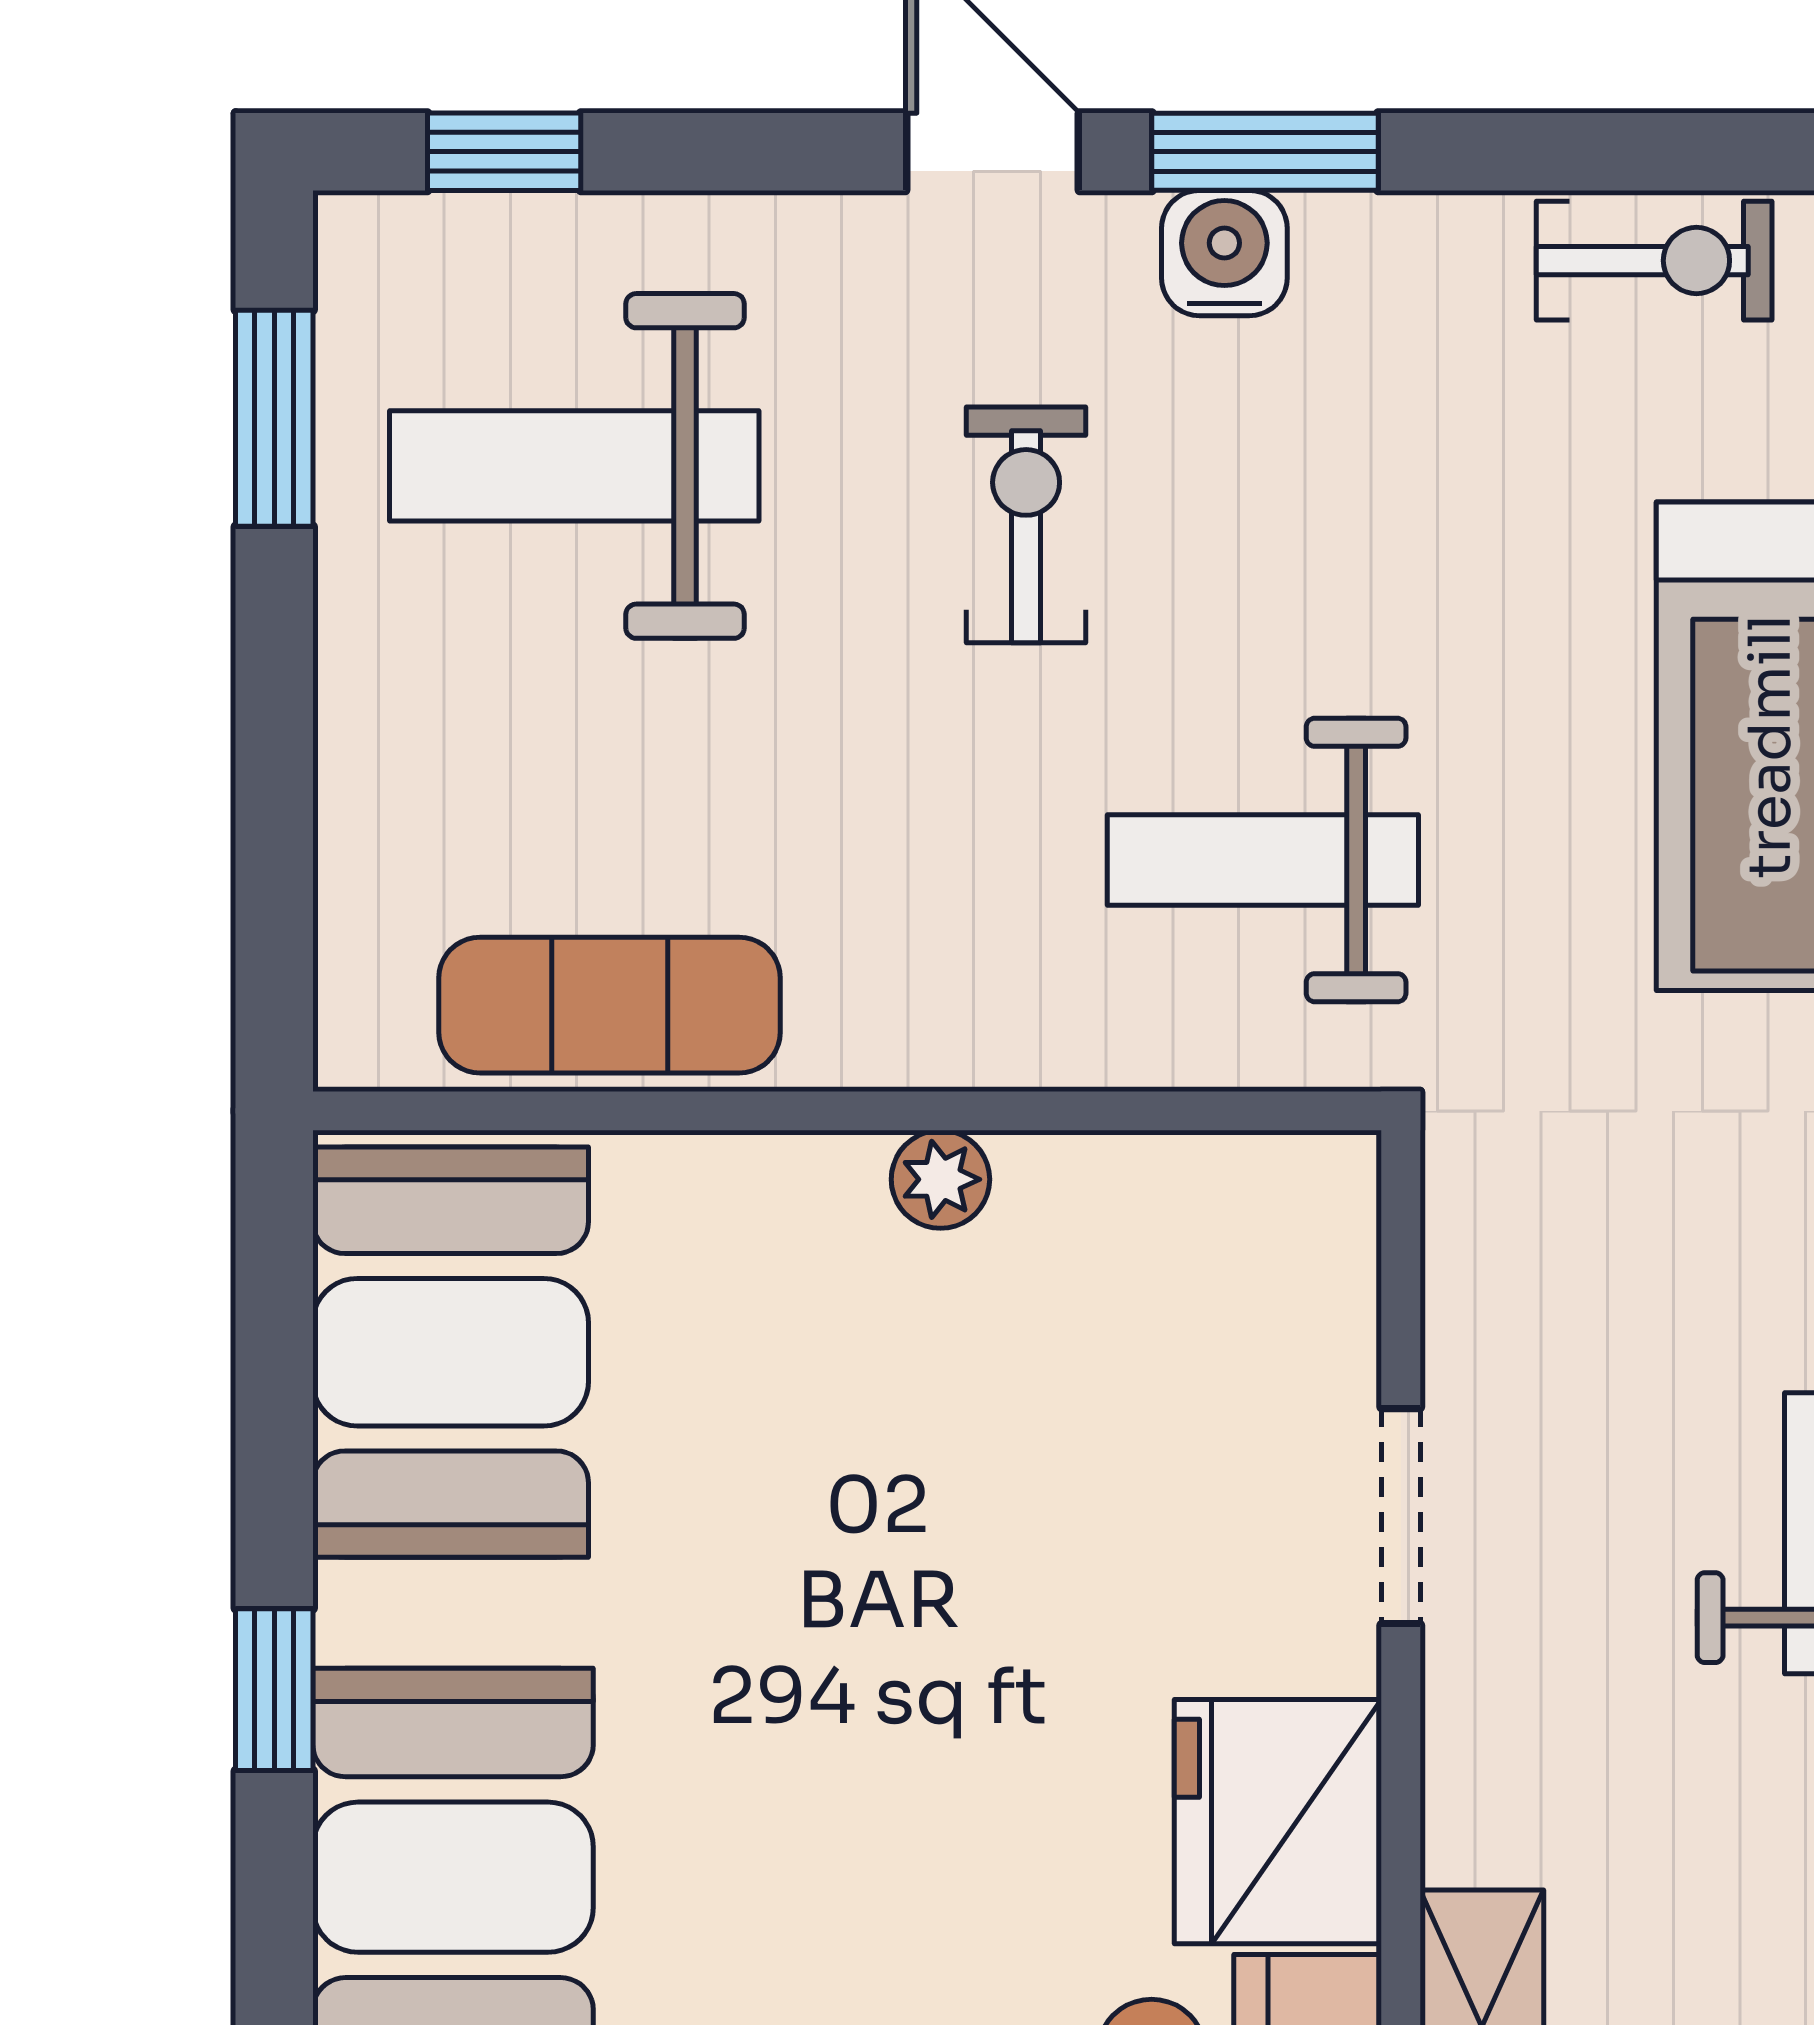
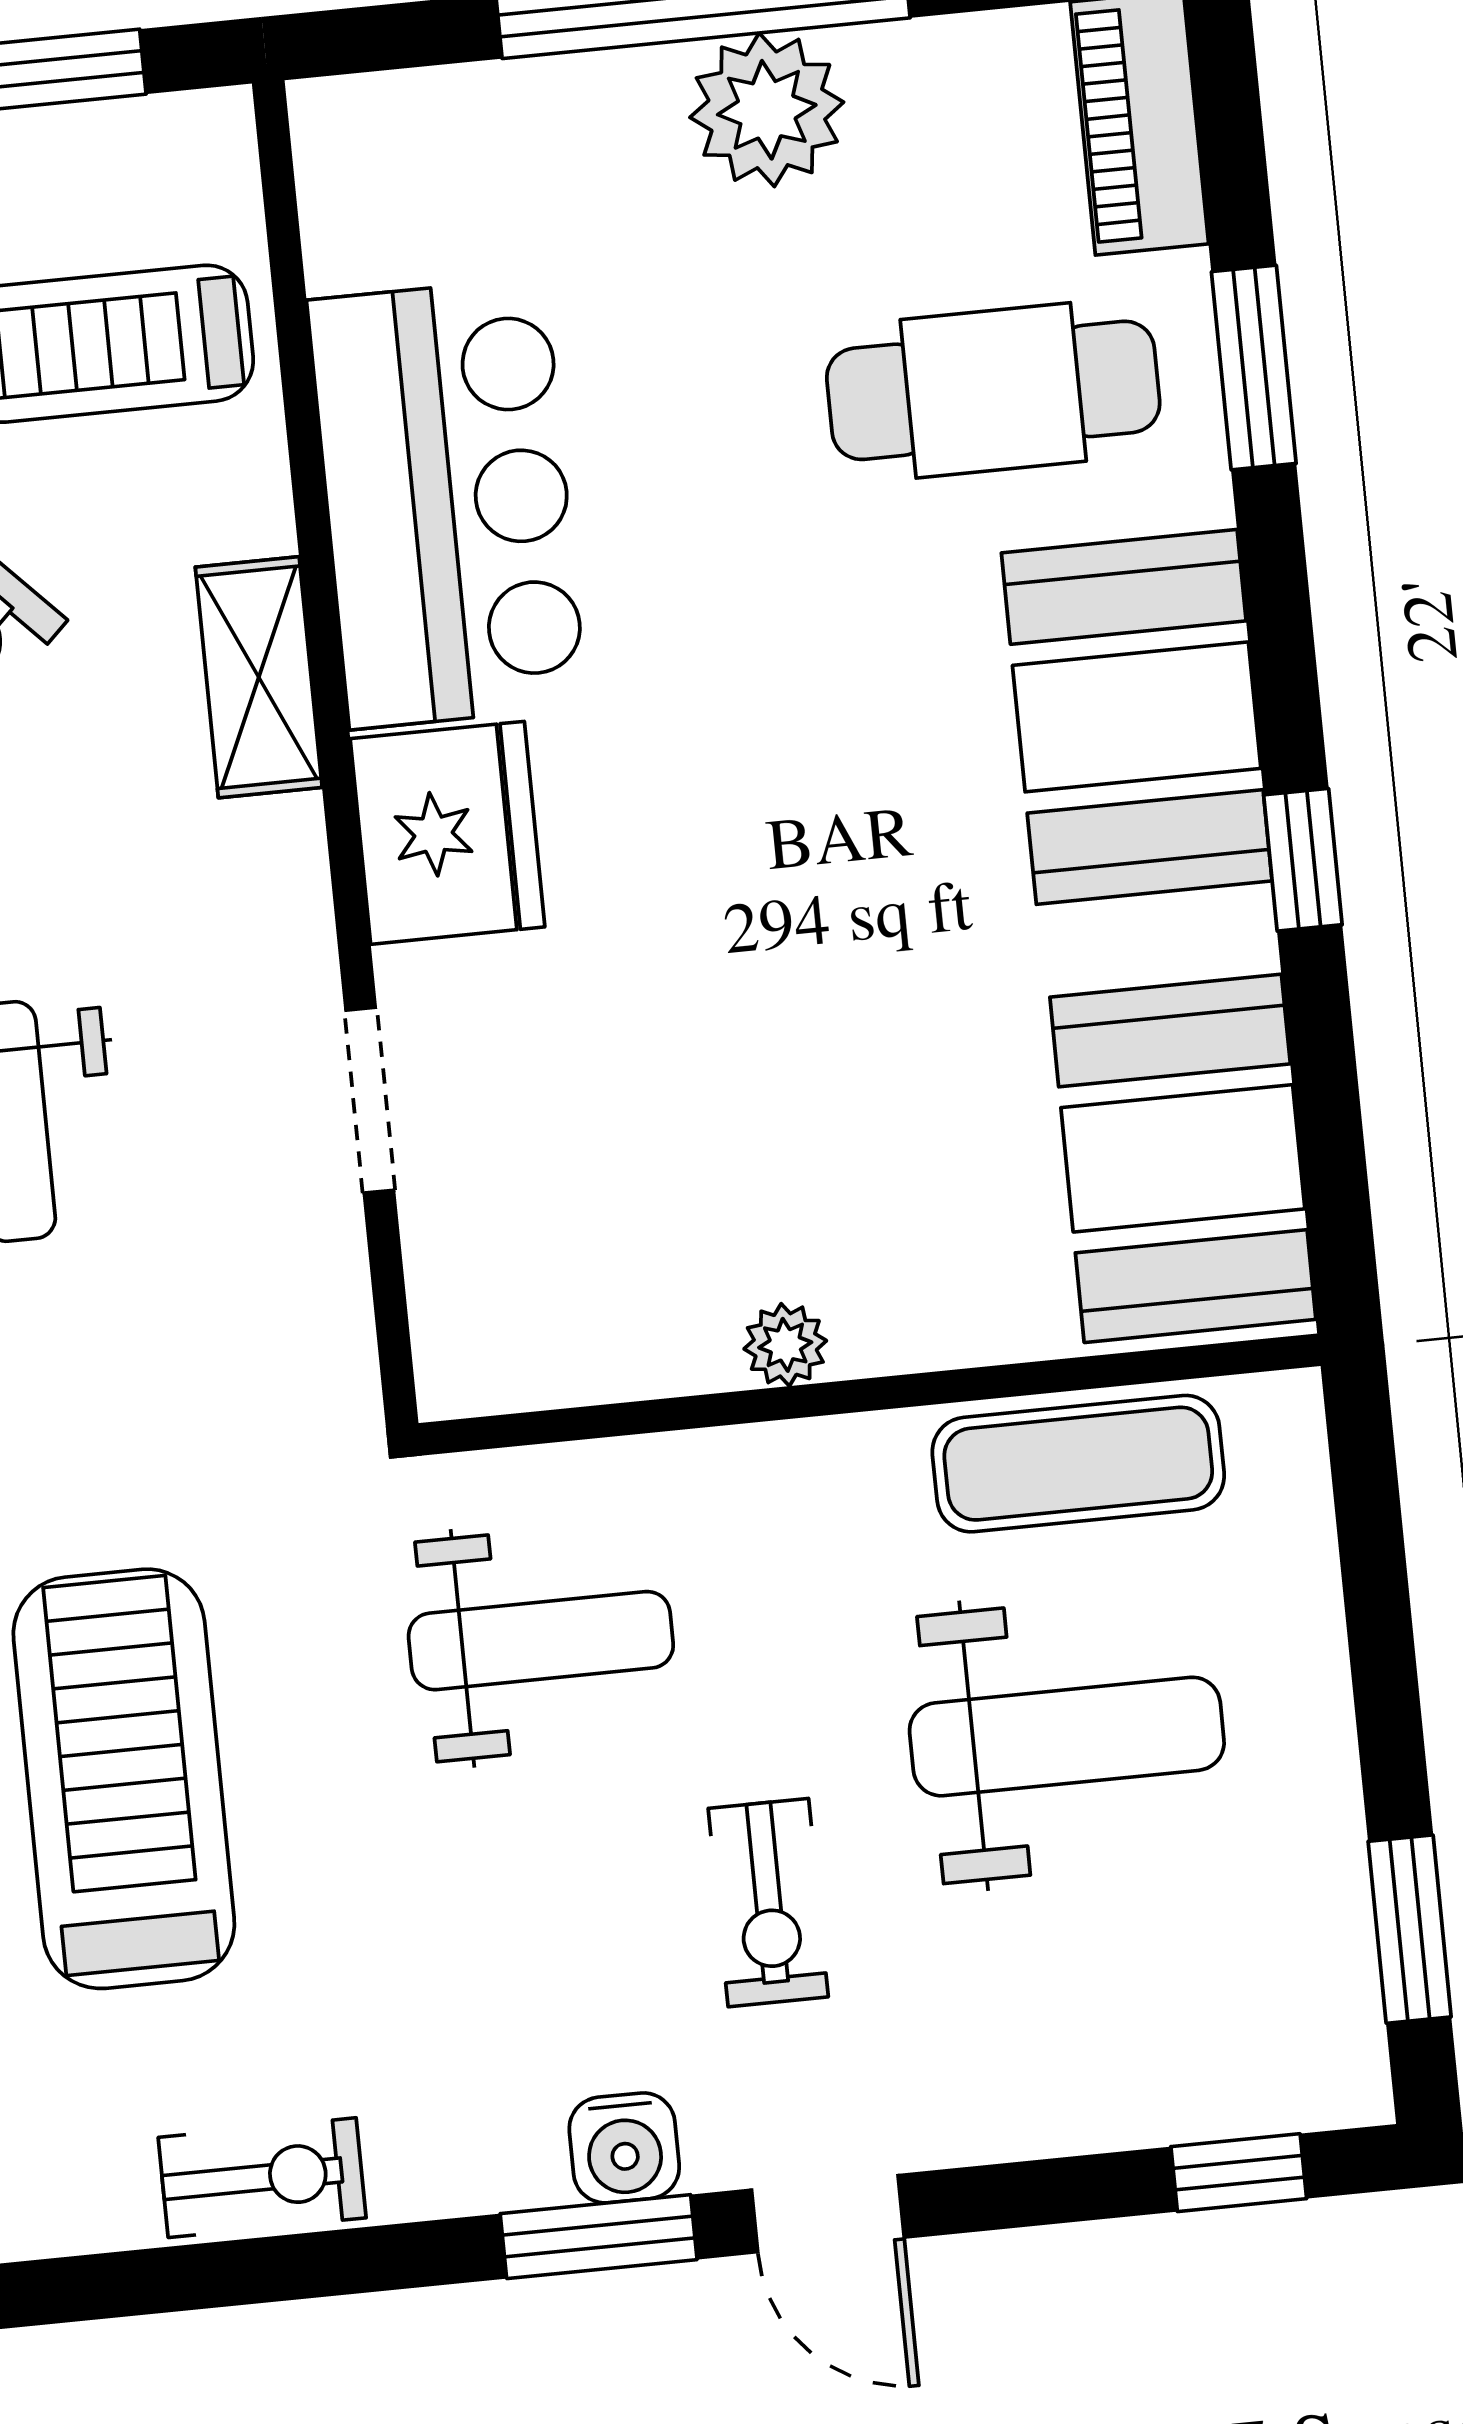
exercise bike: (1654, 261) -> (262, 2178), turned 180
weight bench: (574, 466) -> (1067, 1737), moved

